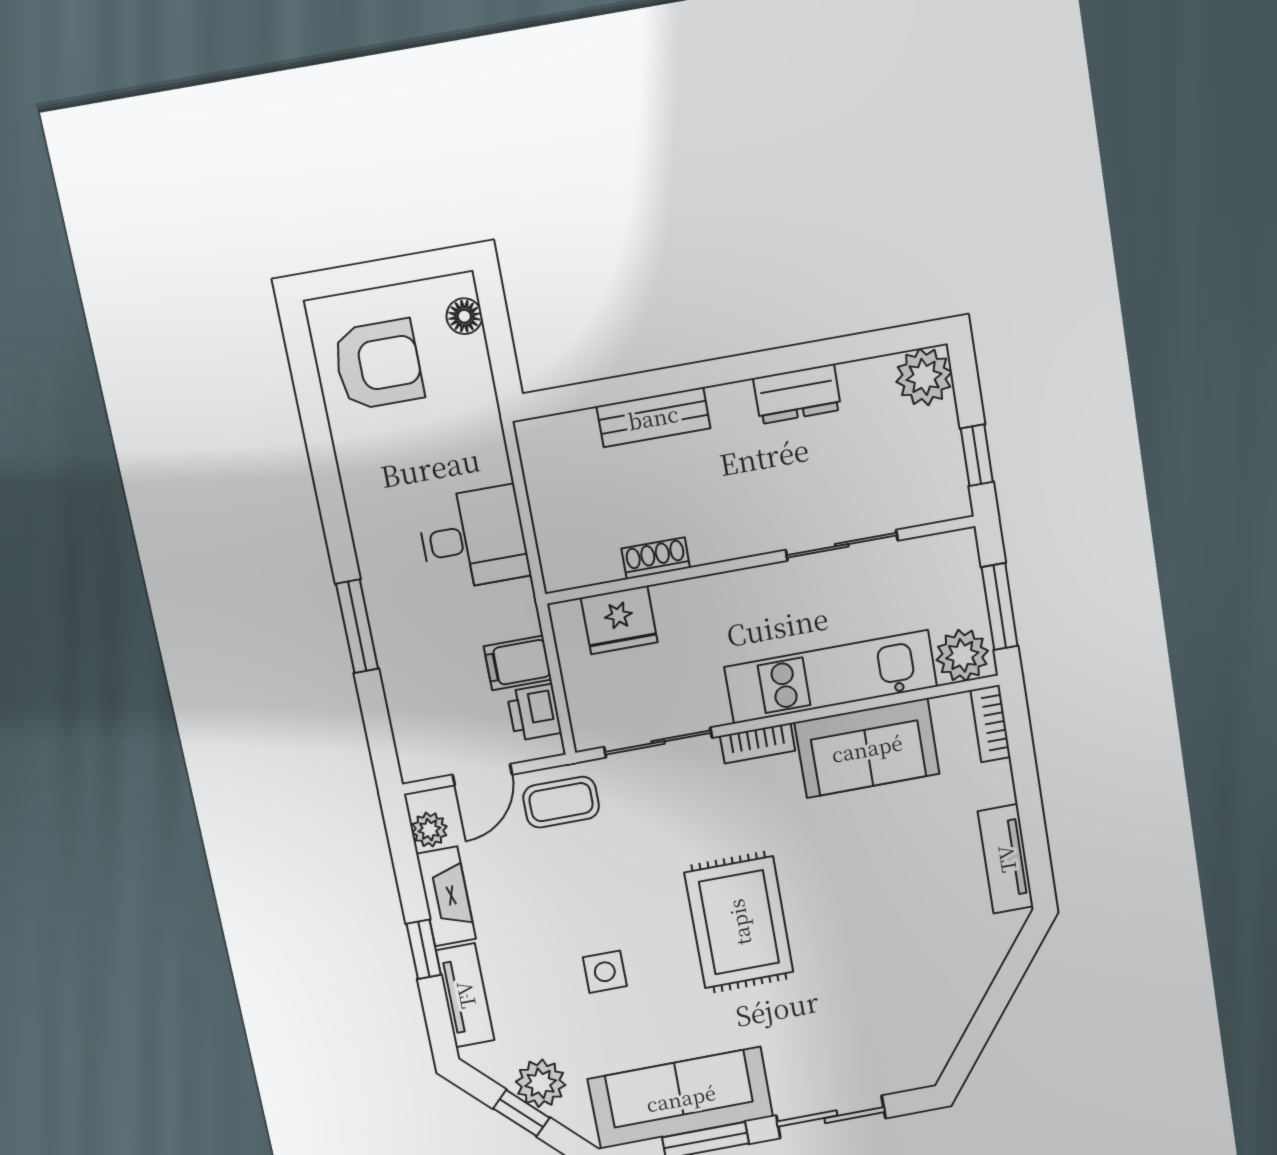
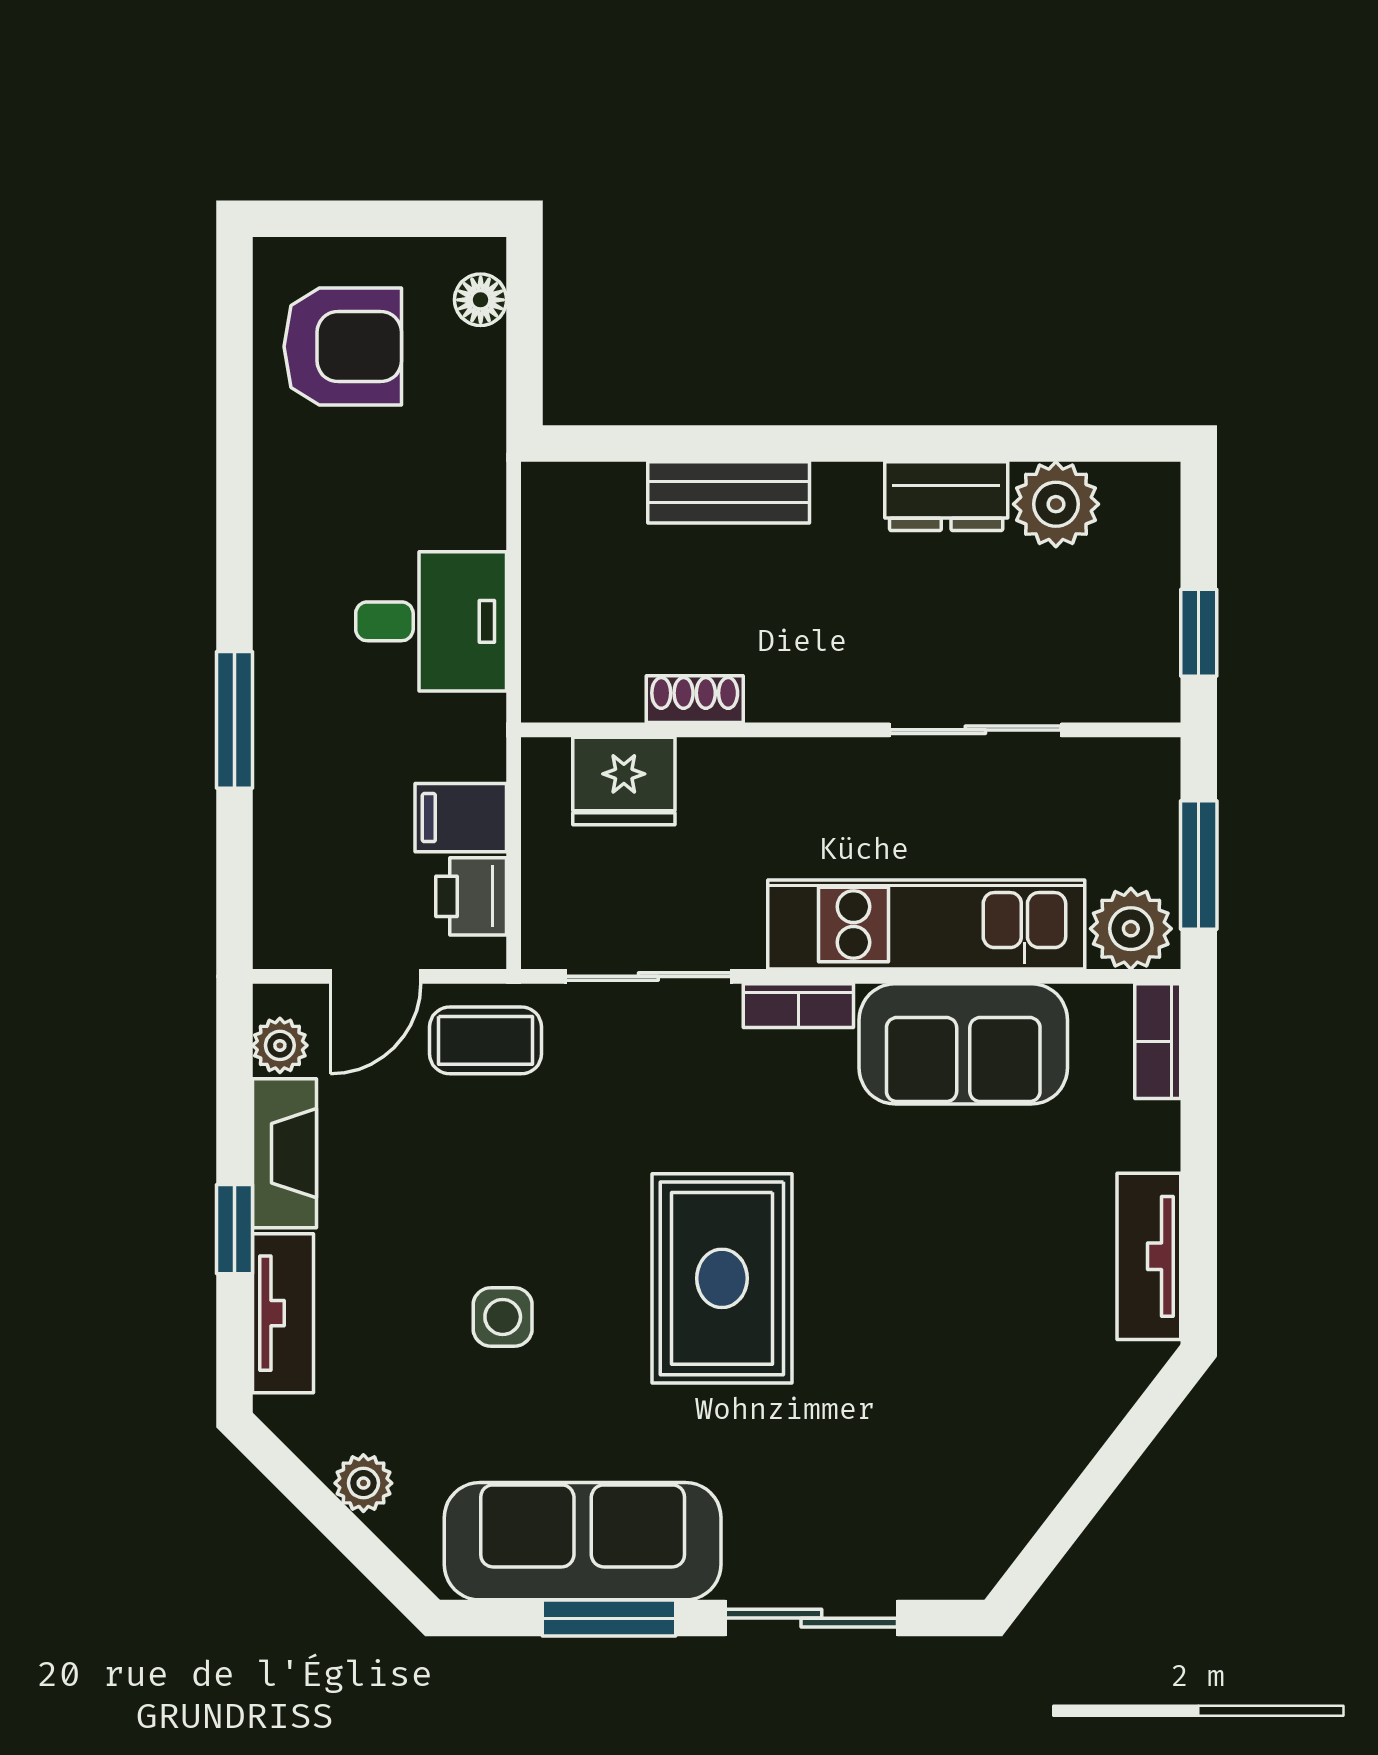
plant: (924, 377) -> (1056, 504), moved
plant: (541, 1083) -> (363, 1483), width x0.73, depth x0.73
window: (521, 1113) -> (332, 1518), removed

